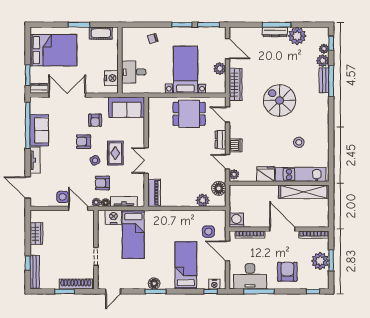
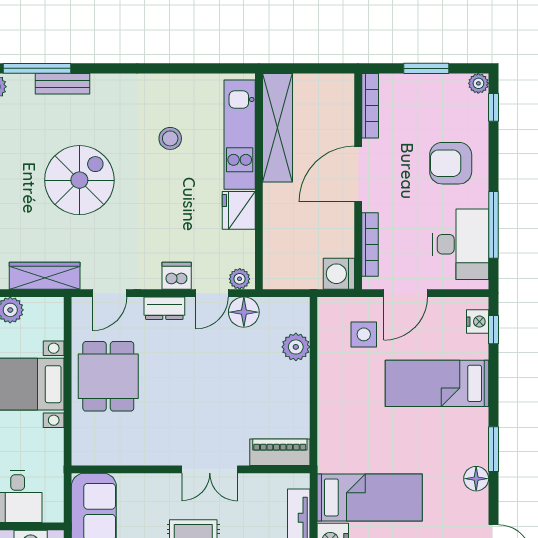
bench: (324, 80) -> (62, 84), moved
spiral stairs: (280, 101) -> (79, 180), turned 180
floor lamp: (219, 188) -> (244, 312), moved
plant: (320, 261) -> (478, 83), moved, width x0.53, depth x0.53
floor lamp: (154, 283) -> (476, 479), moved

